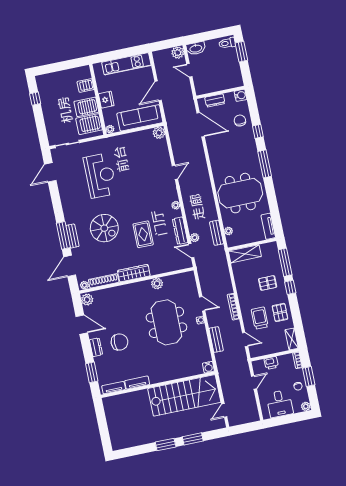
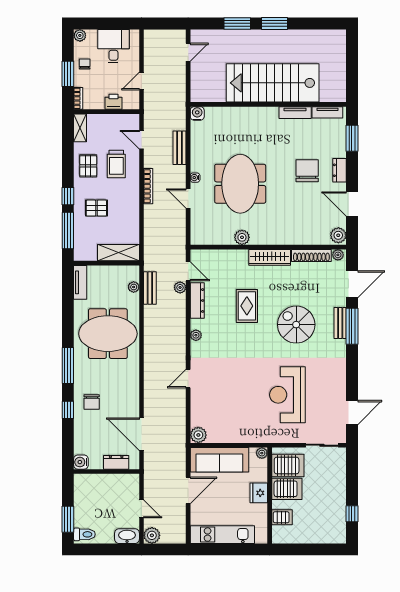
chair: (240, 120) -> (92, 402), moved
chair: (119, 342) -> (307, 171), turned 90
stairs: (184, 395) -> (273, 83), moved

